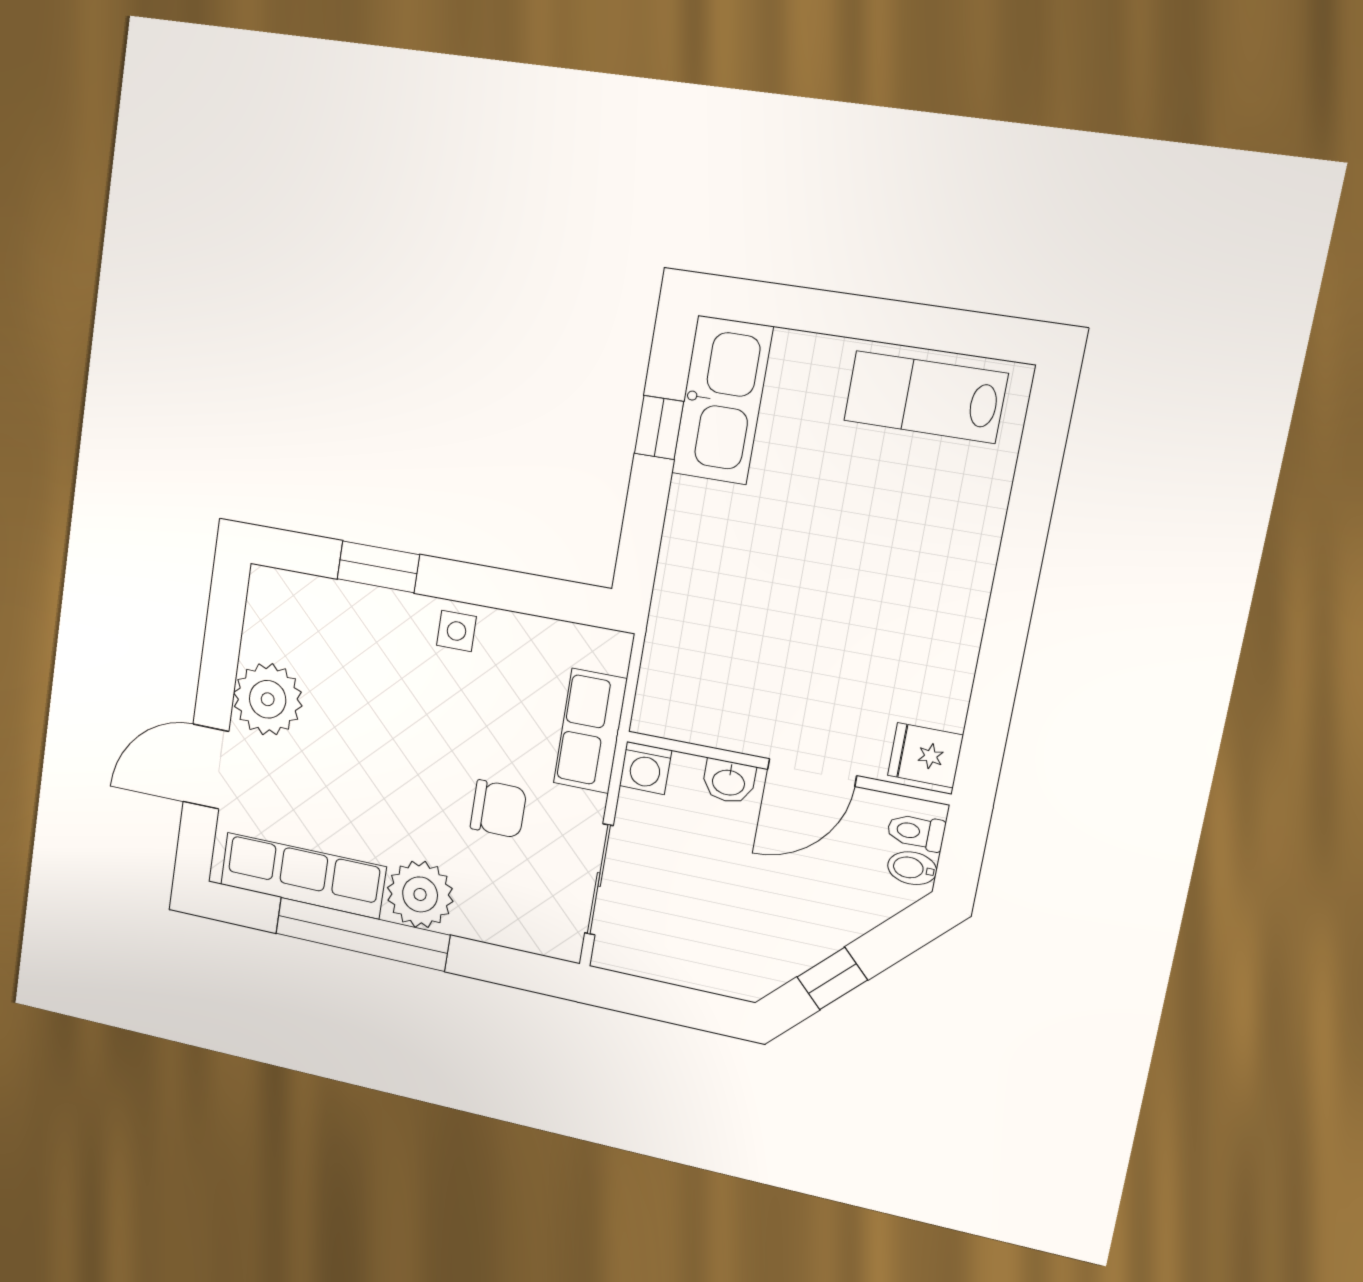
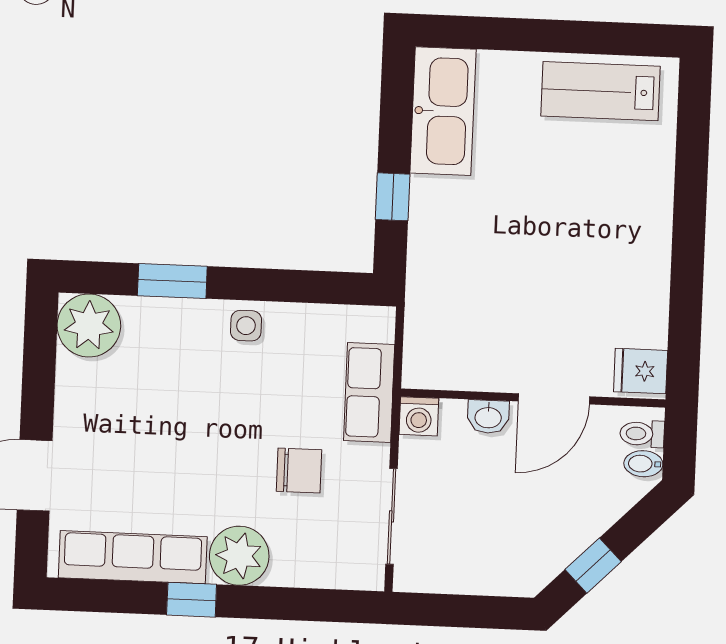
window: (659, 427) -> (393, 197), moved
plant: (268, 699) -> (89, 325), moved
window: (362, 934) -> (192, 600), width x0.32

